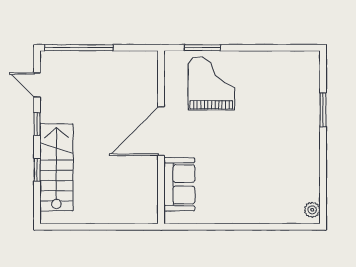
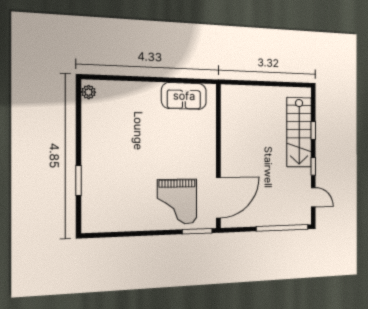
window: (202, 48) -> (197, 231), moved
door: (161, 131) -> (218, 198), moved
sofa: (179, 184) -> (184, 96), moved, turned -90

